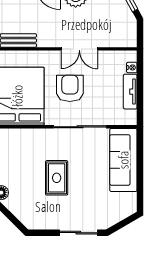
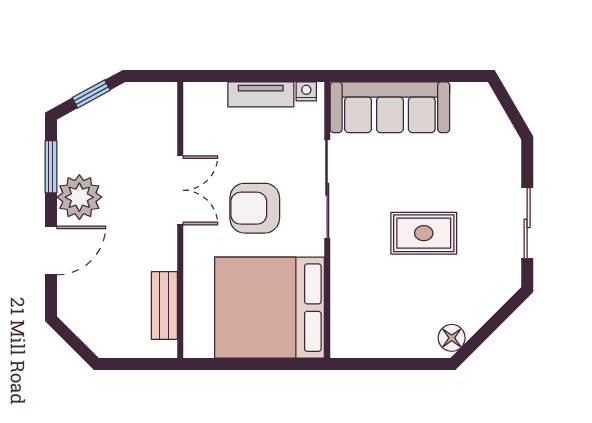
nightstand: (132, 67) -> (306, 91), moved
sliding door: (78, 233) -> (527, 223), moved

